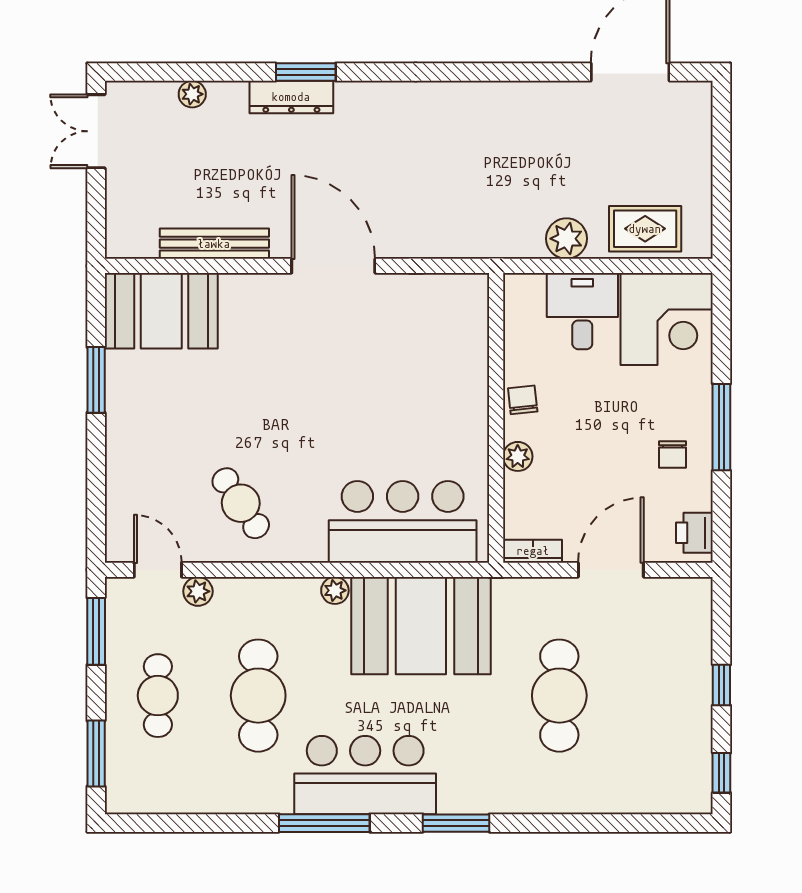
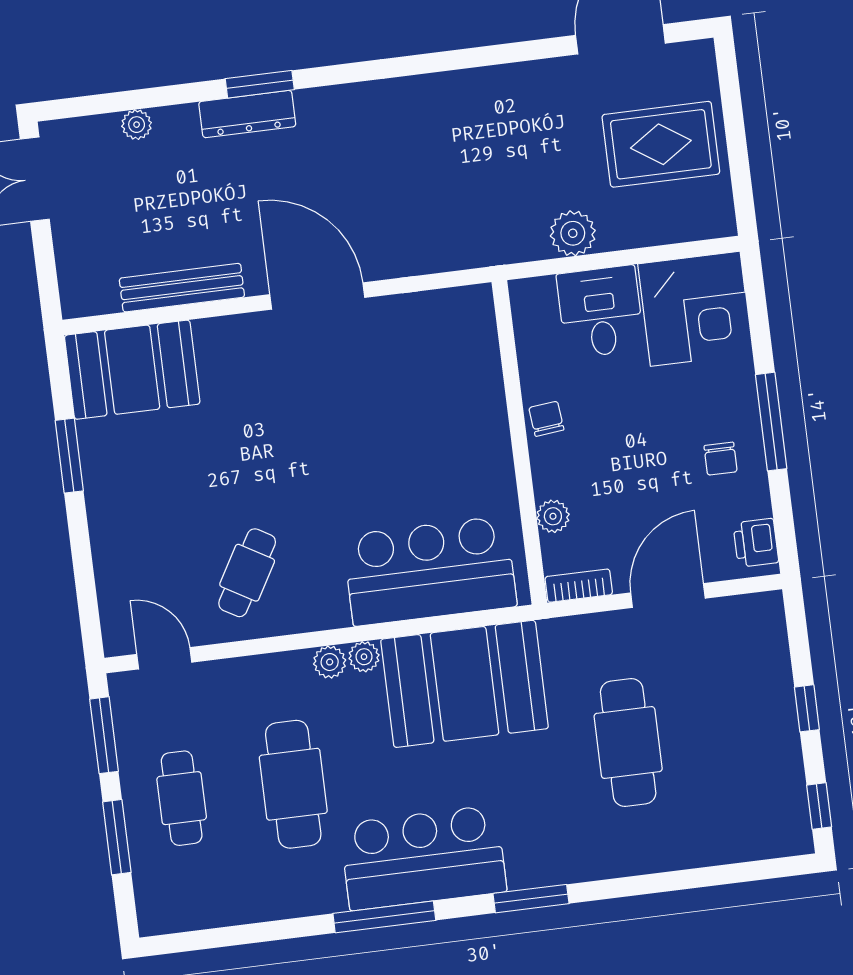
rug: (645, 229) -> (661, 144), moved, width x1.36, depth x1.43
plant: (518, 456) -> (553, 516), moved
cafe table: (241, 503) -> (247, 573), turned 64
plant: (198, 591) -> (330, 662), moved
window: (96, 754) -> (117, 837), moved

